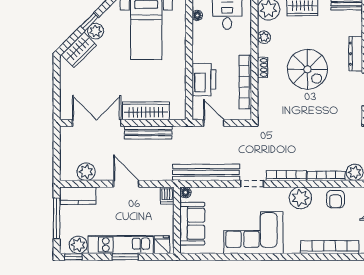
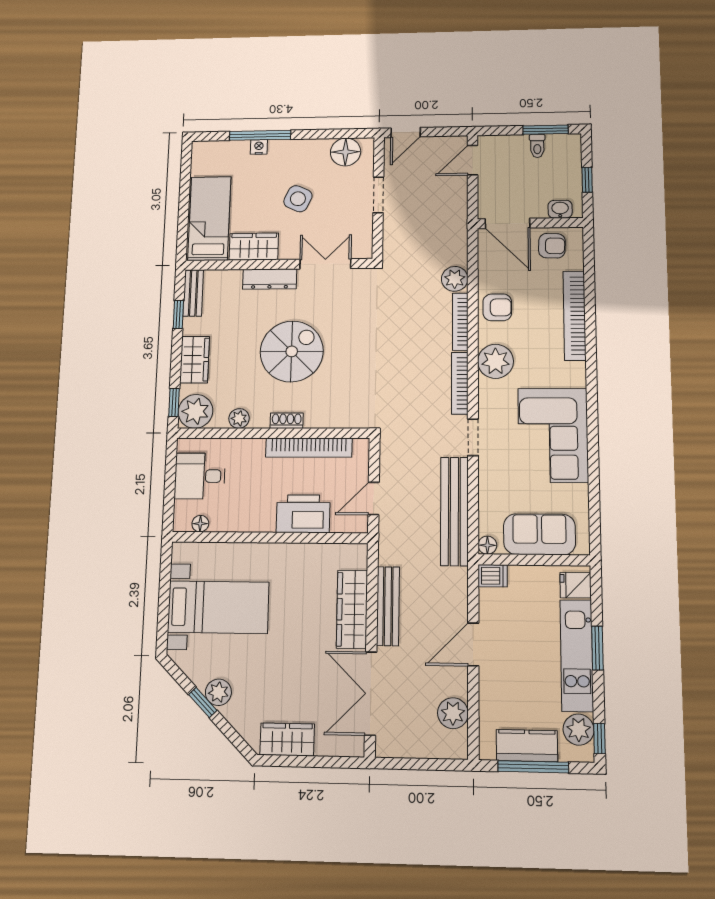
wardrobe: (79, 50) -> (287, 739), moved, turned -45
kitchen counter: (78, 196) -> (527, 746), moved, turned -90

